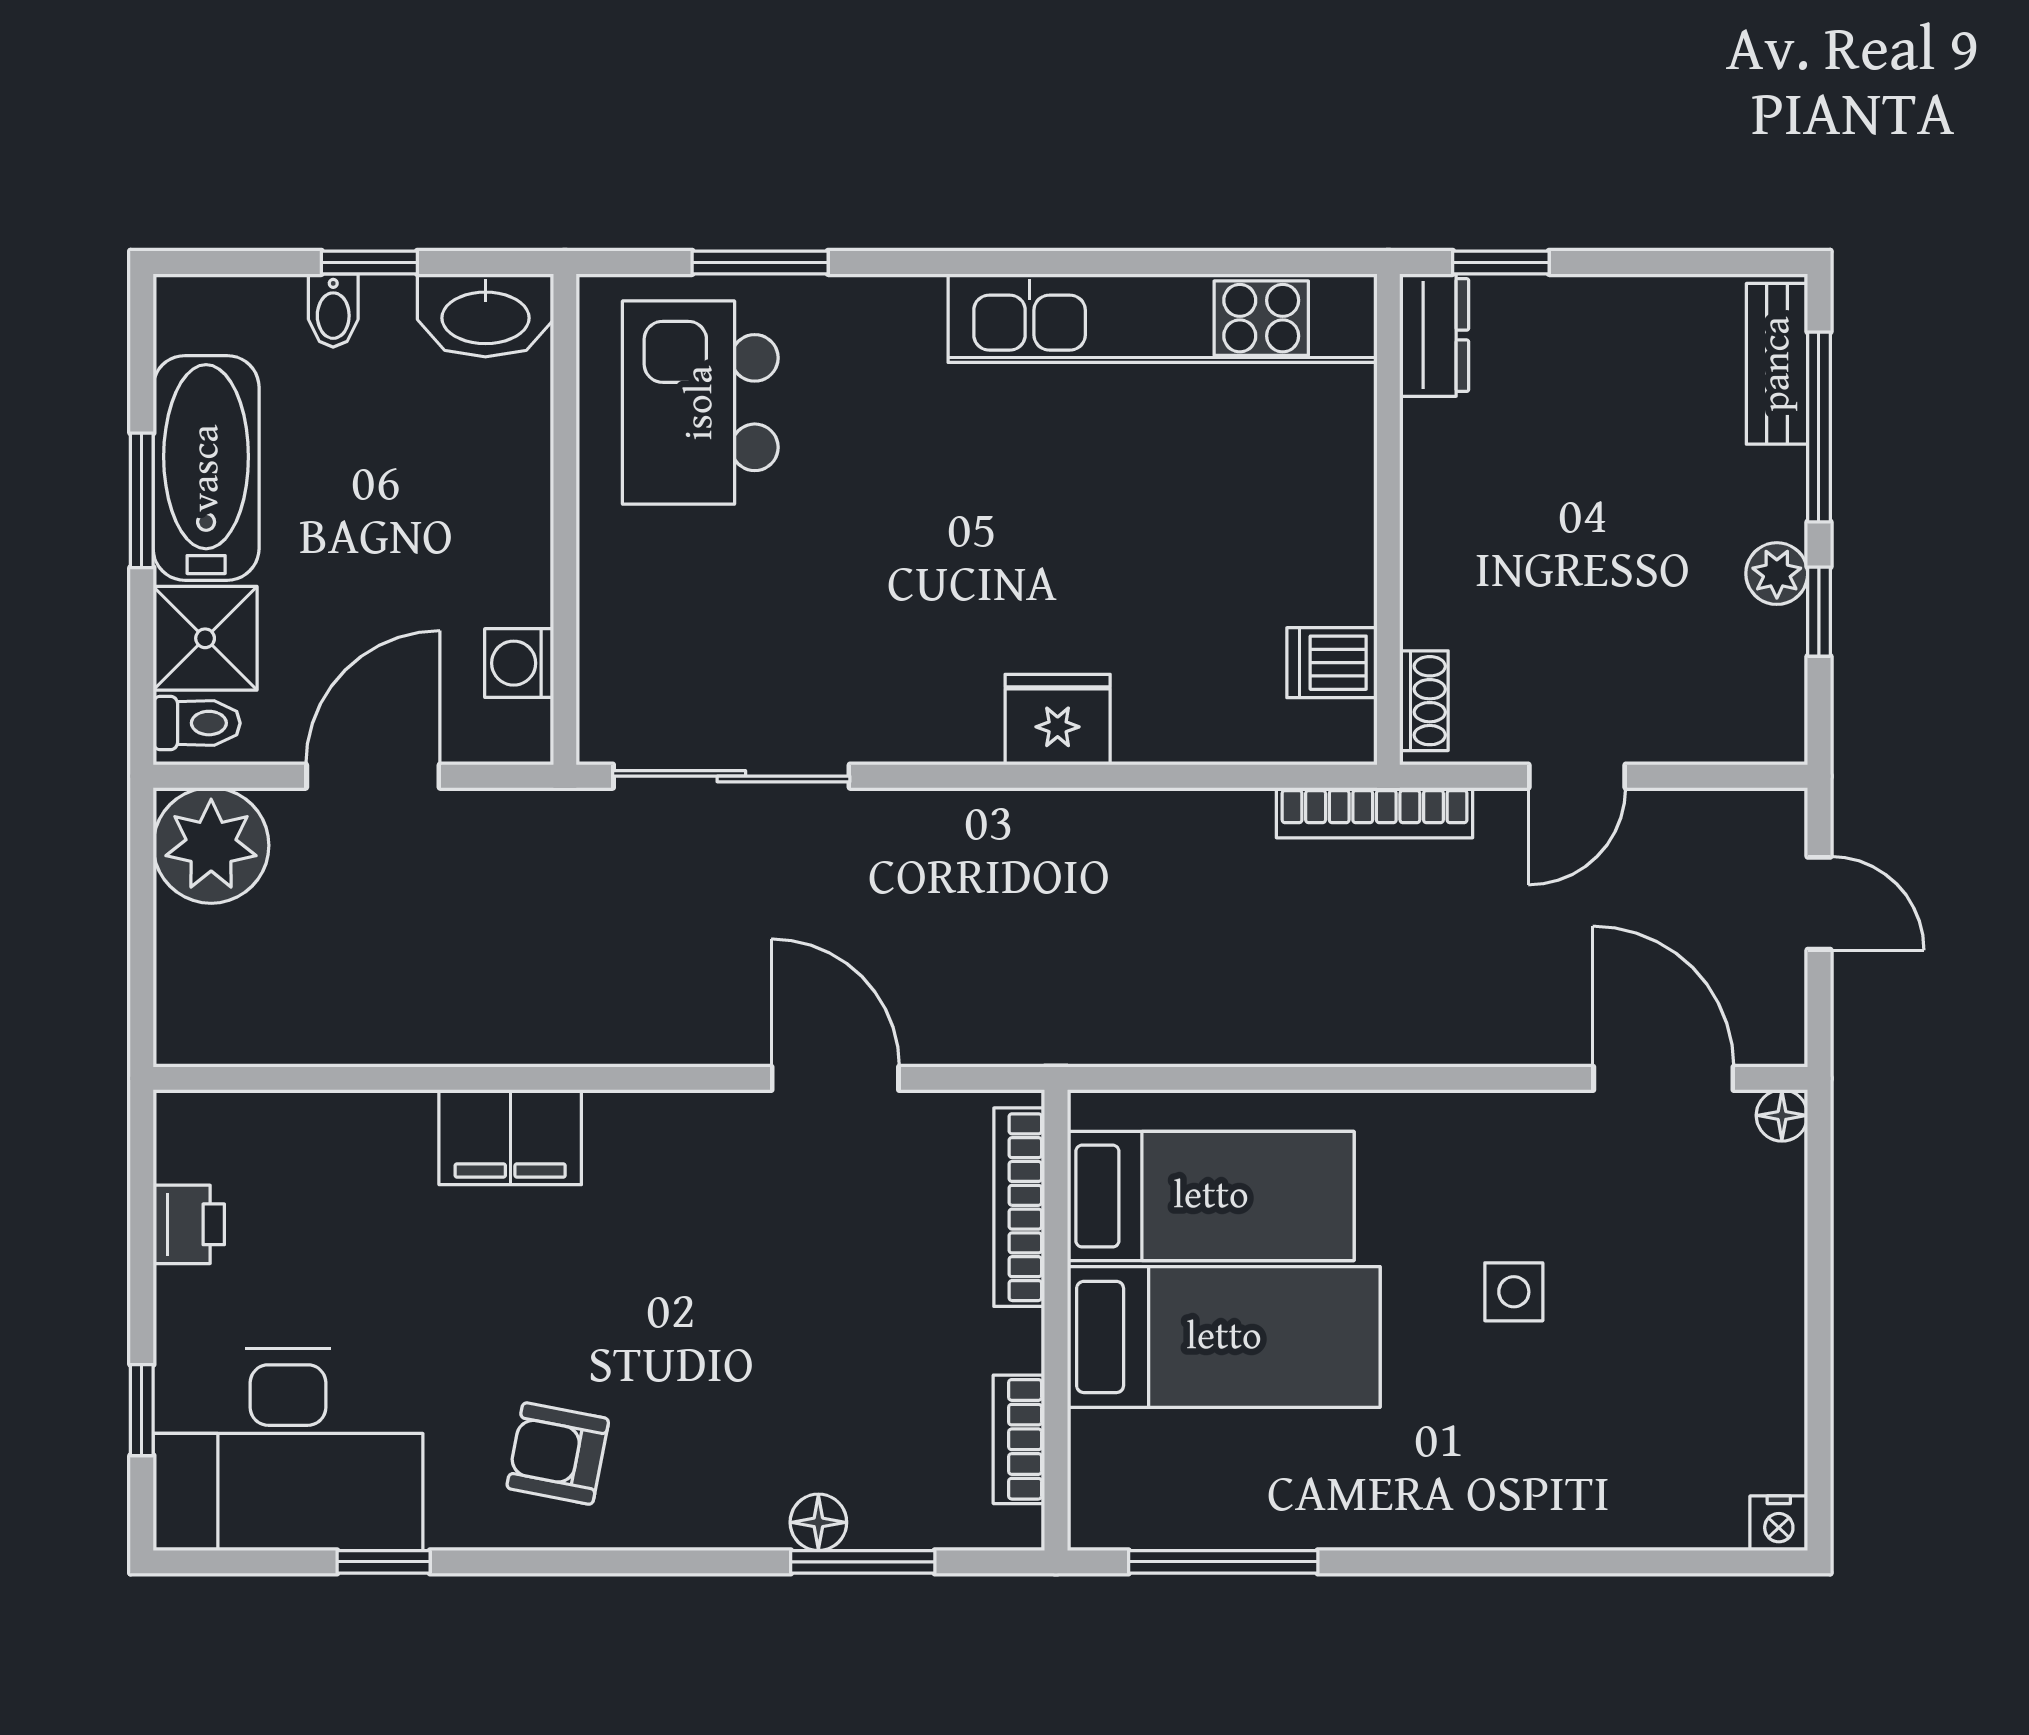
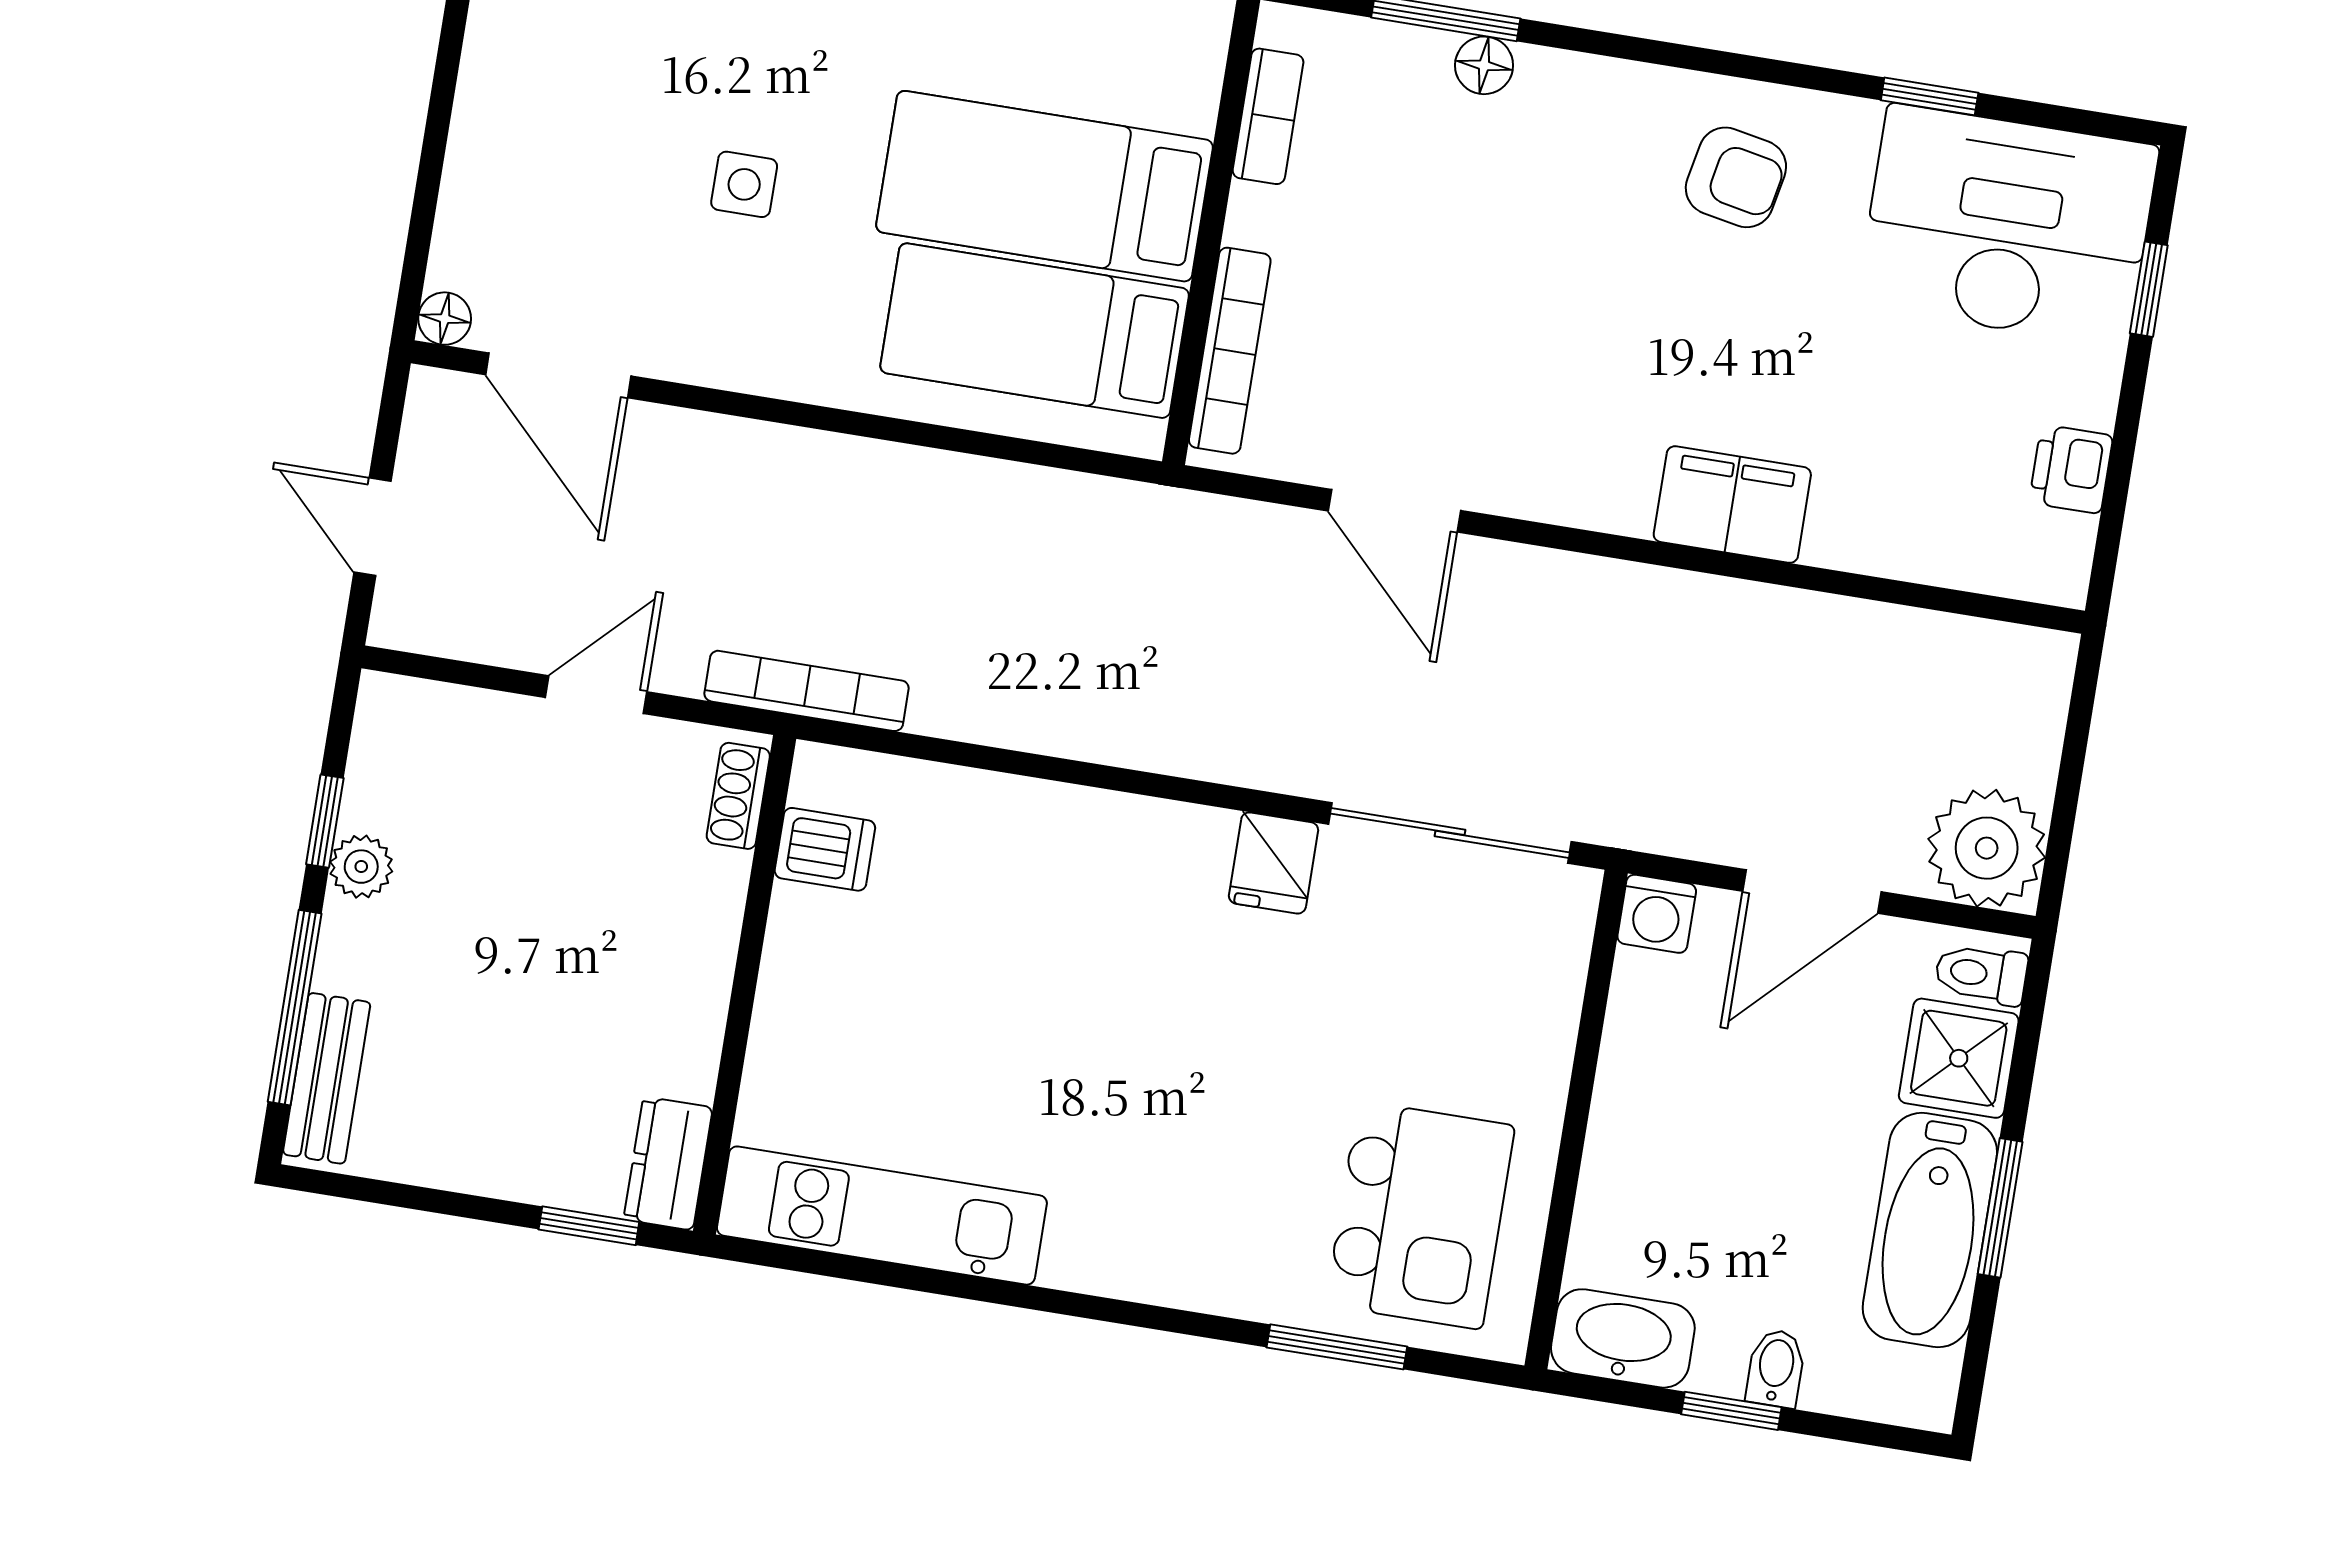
kitchen unit: (1163, 318) -> (882, 1216), width x0.73
washing machine: (519, 663) -> (1657, 914), moved, turned 90
fridge: (1058, 720) -> (1274, 863), moved, width x0.72

